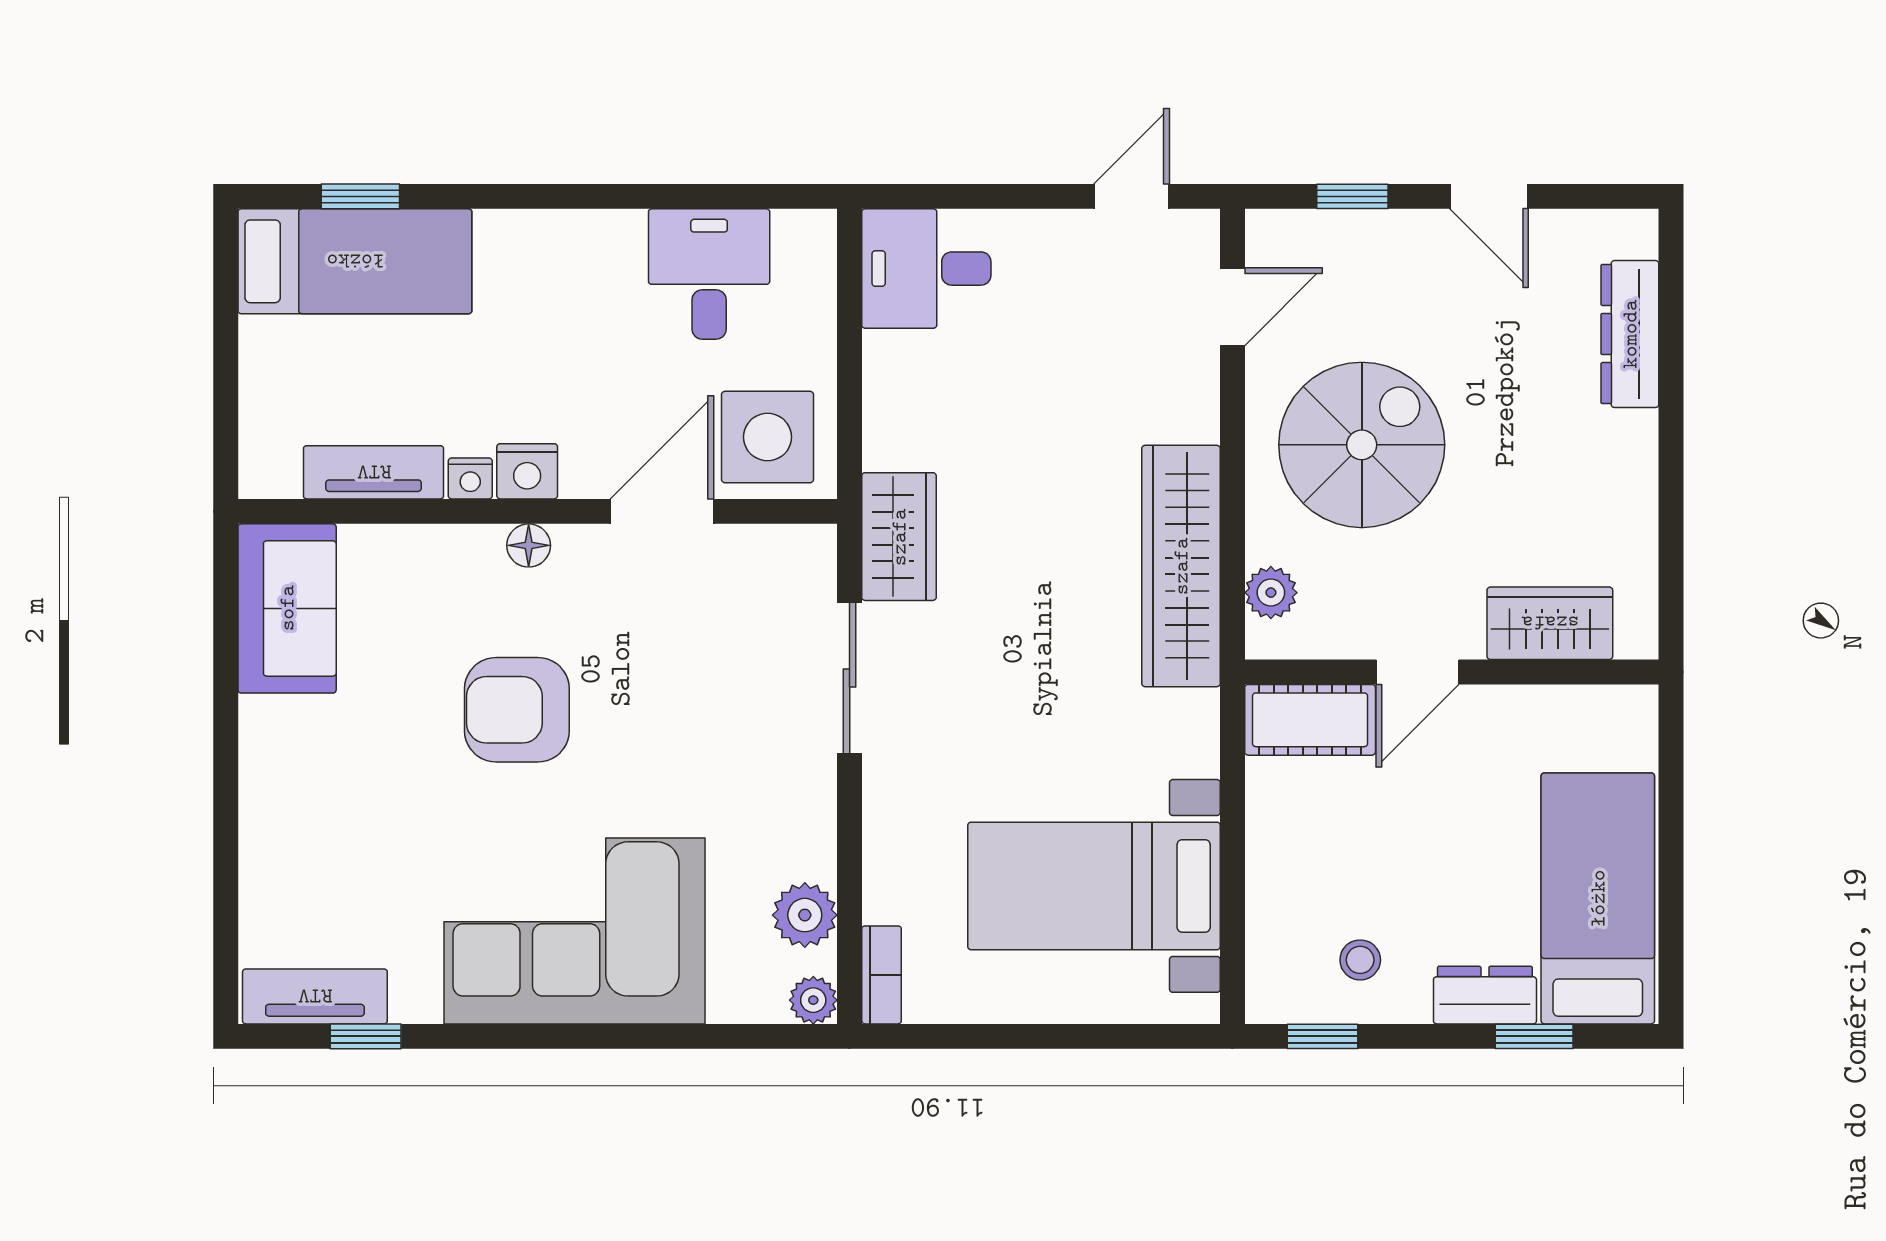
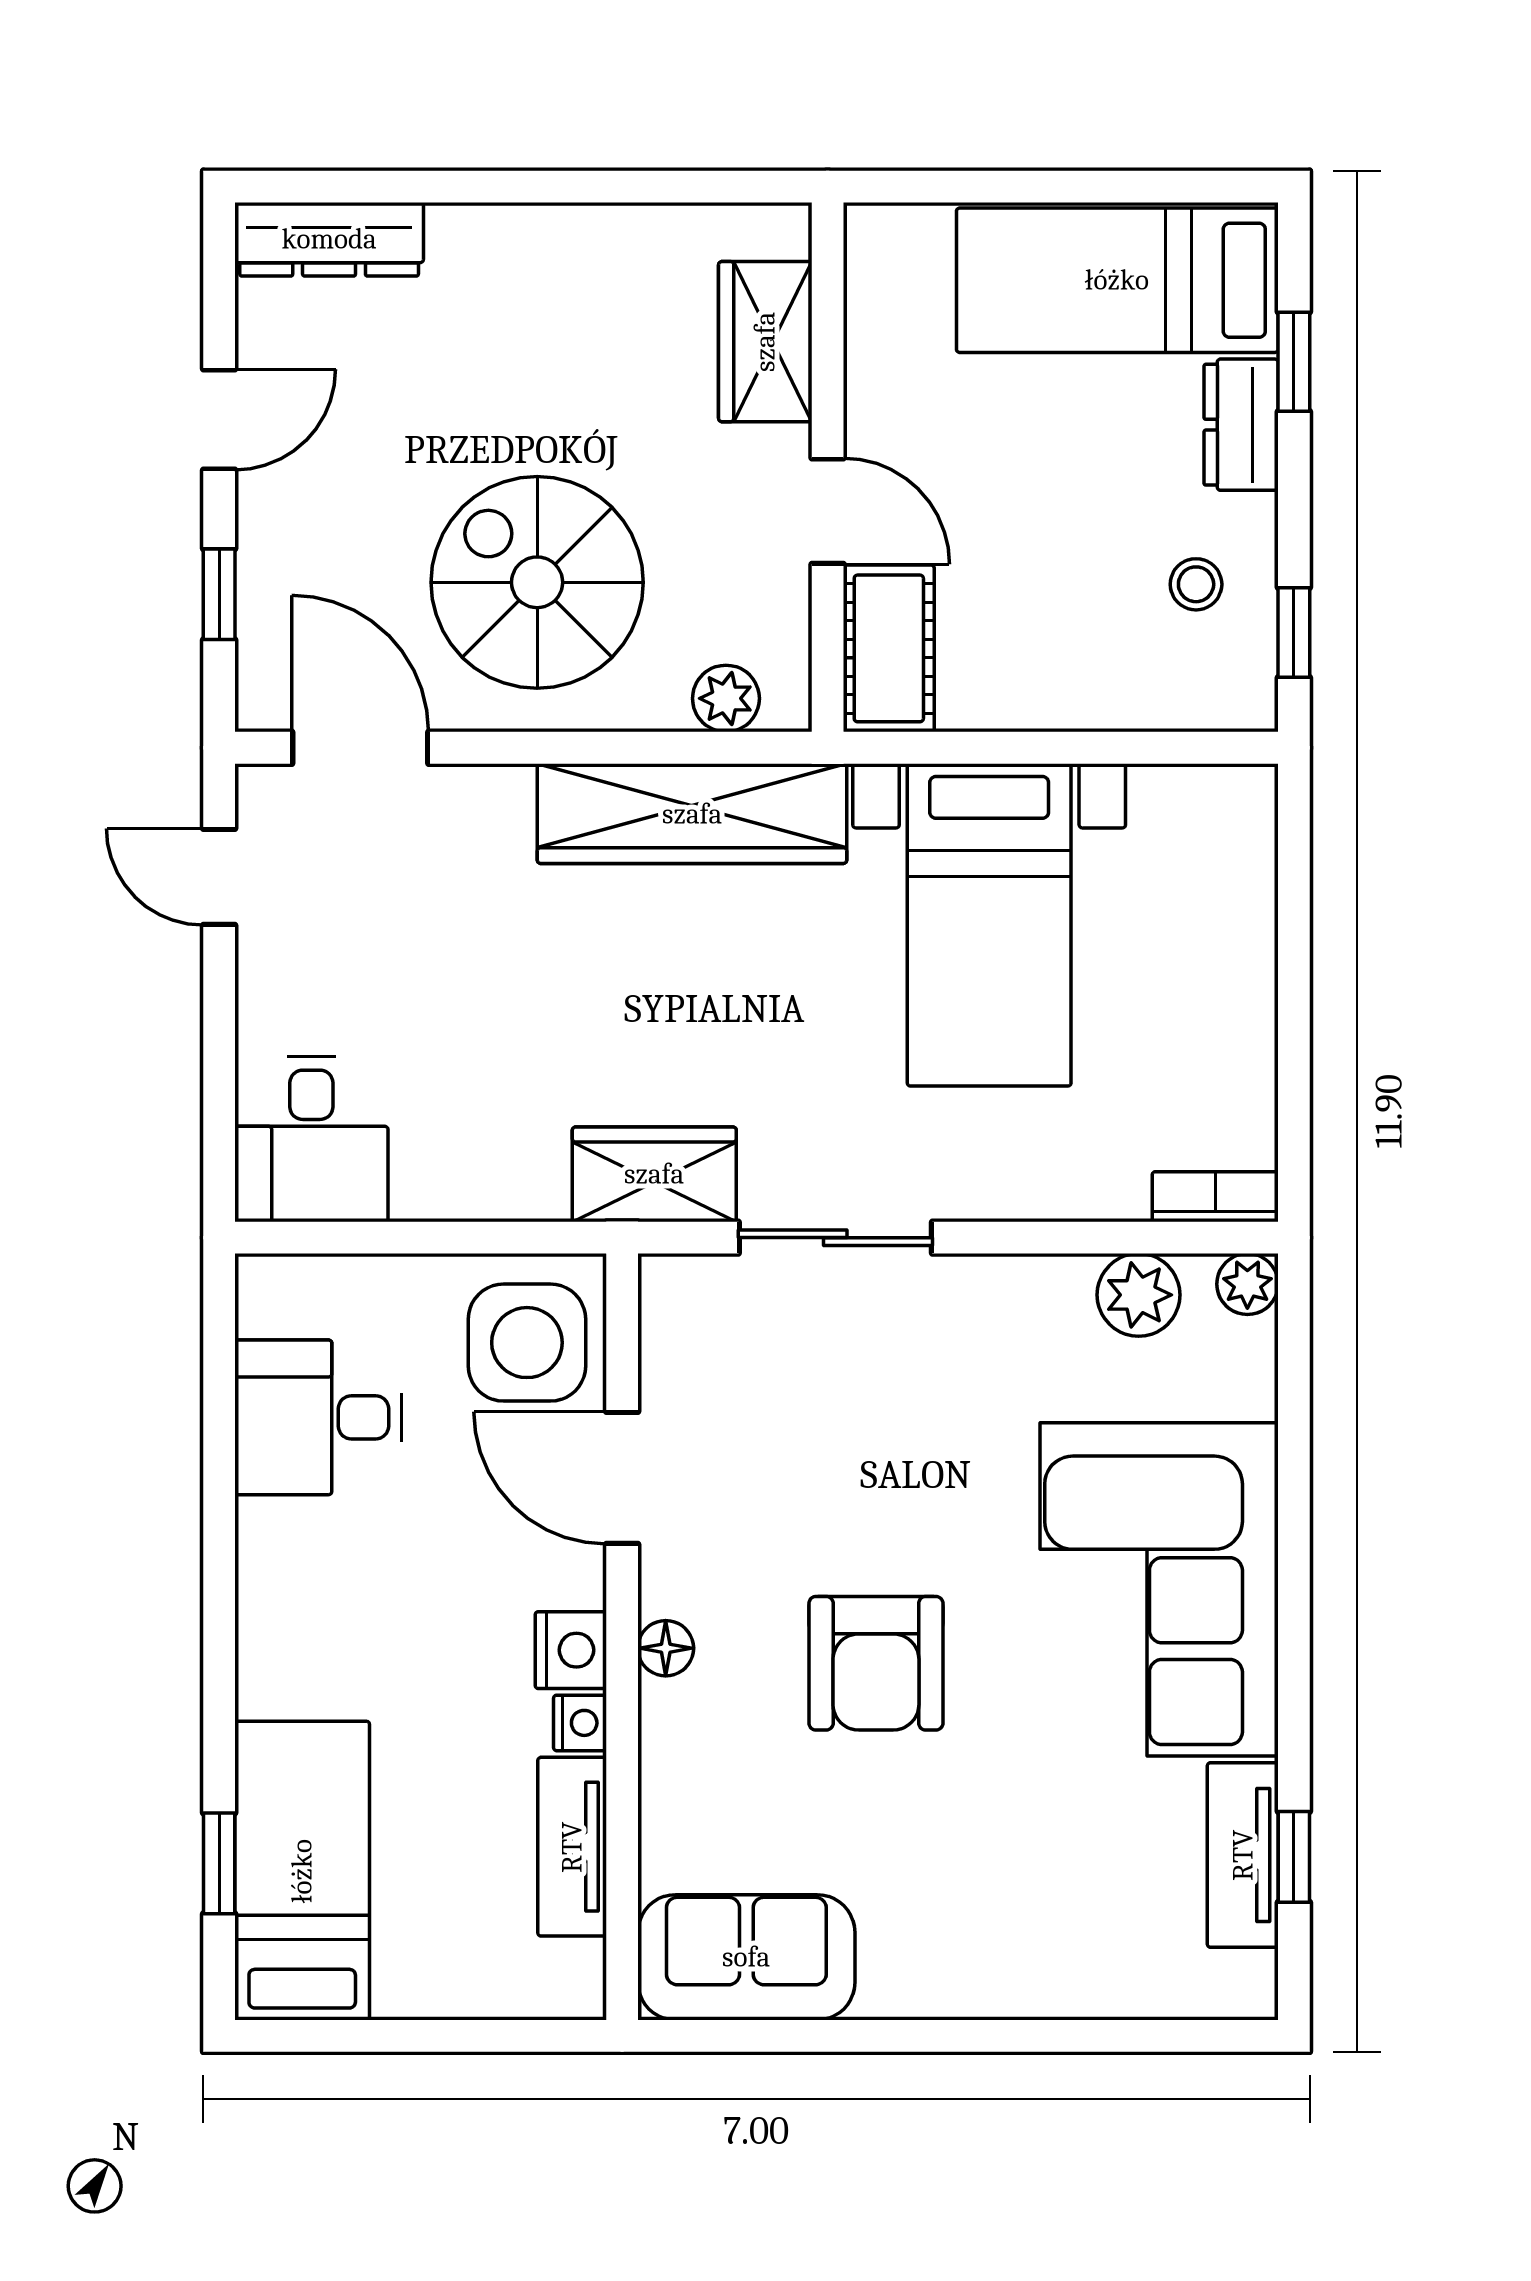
door: (1232, 307) -> (360, 748), width x1.38
dresser: (1630, 334) -> (329, 239), moved
bed with nightstands: (1094, 886) -> (989, 925), moved
tv unit: (315, 996) -> (1243, 1855), moved

